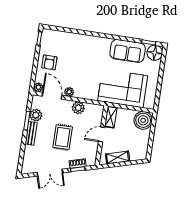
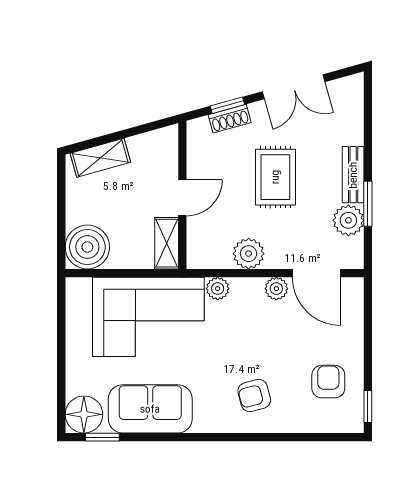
armchair: (85, 50) -> (254, 395), added
armchair: (49, 62) -> (328, 382), moved
plant: (38, 87) -> (218, 289), moved
shelving: (118, 157) -> (100, 158), moved
double door: (50, 173) -> (294, 87), swing flipped

